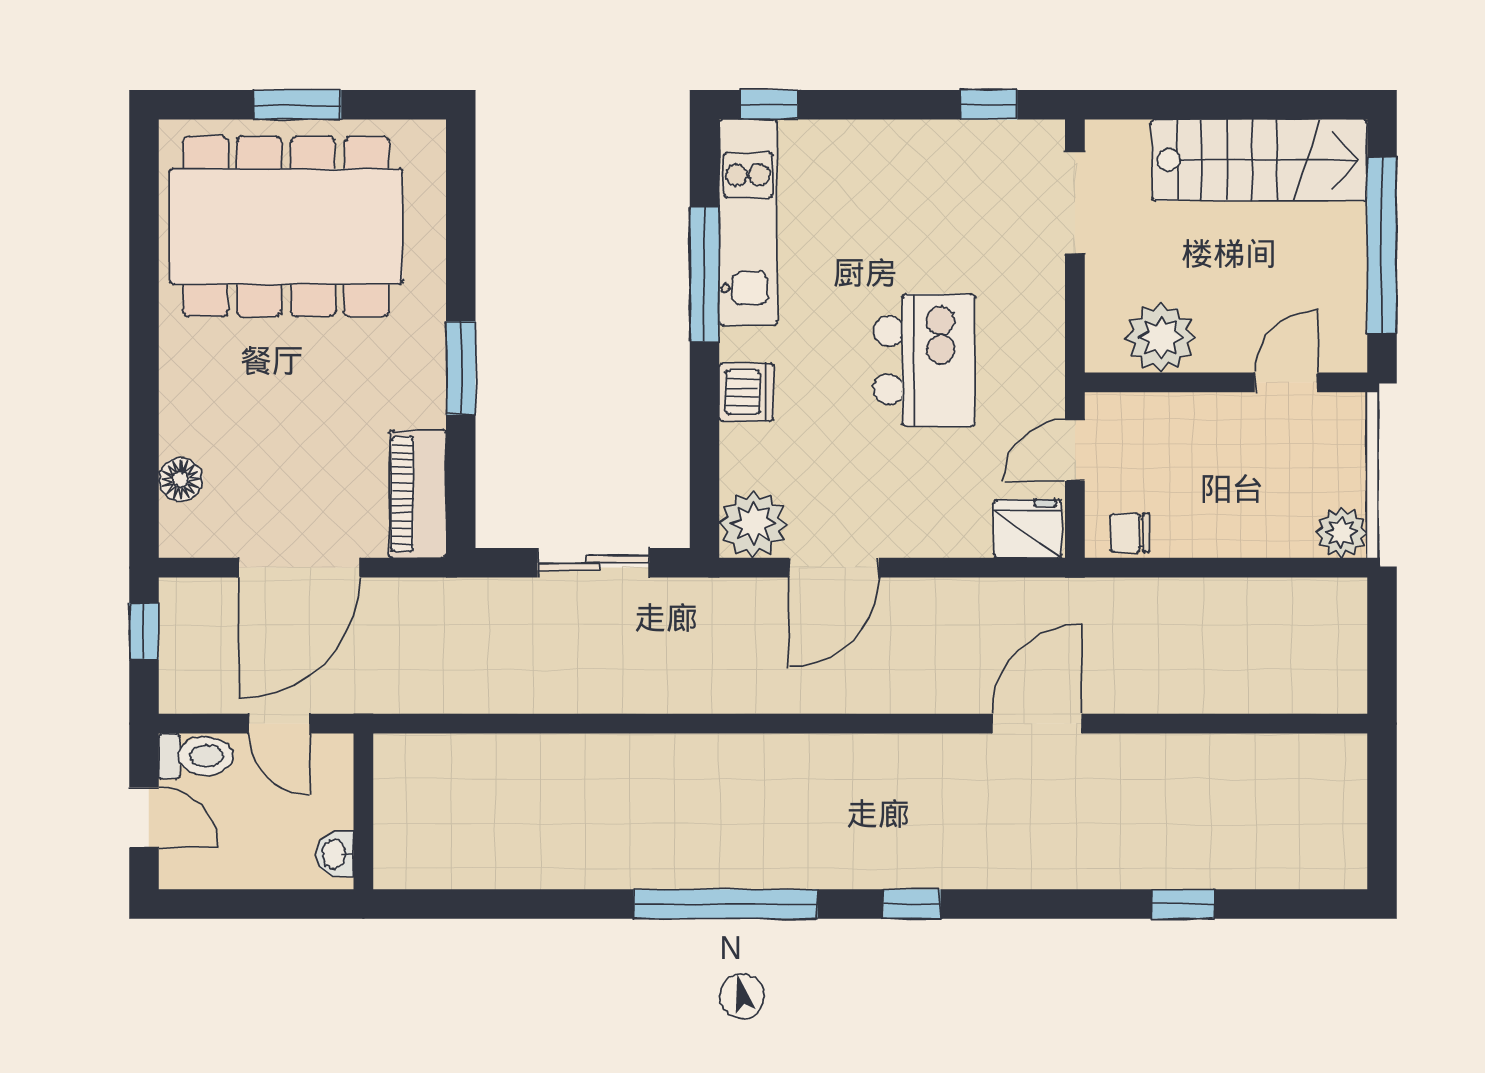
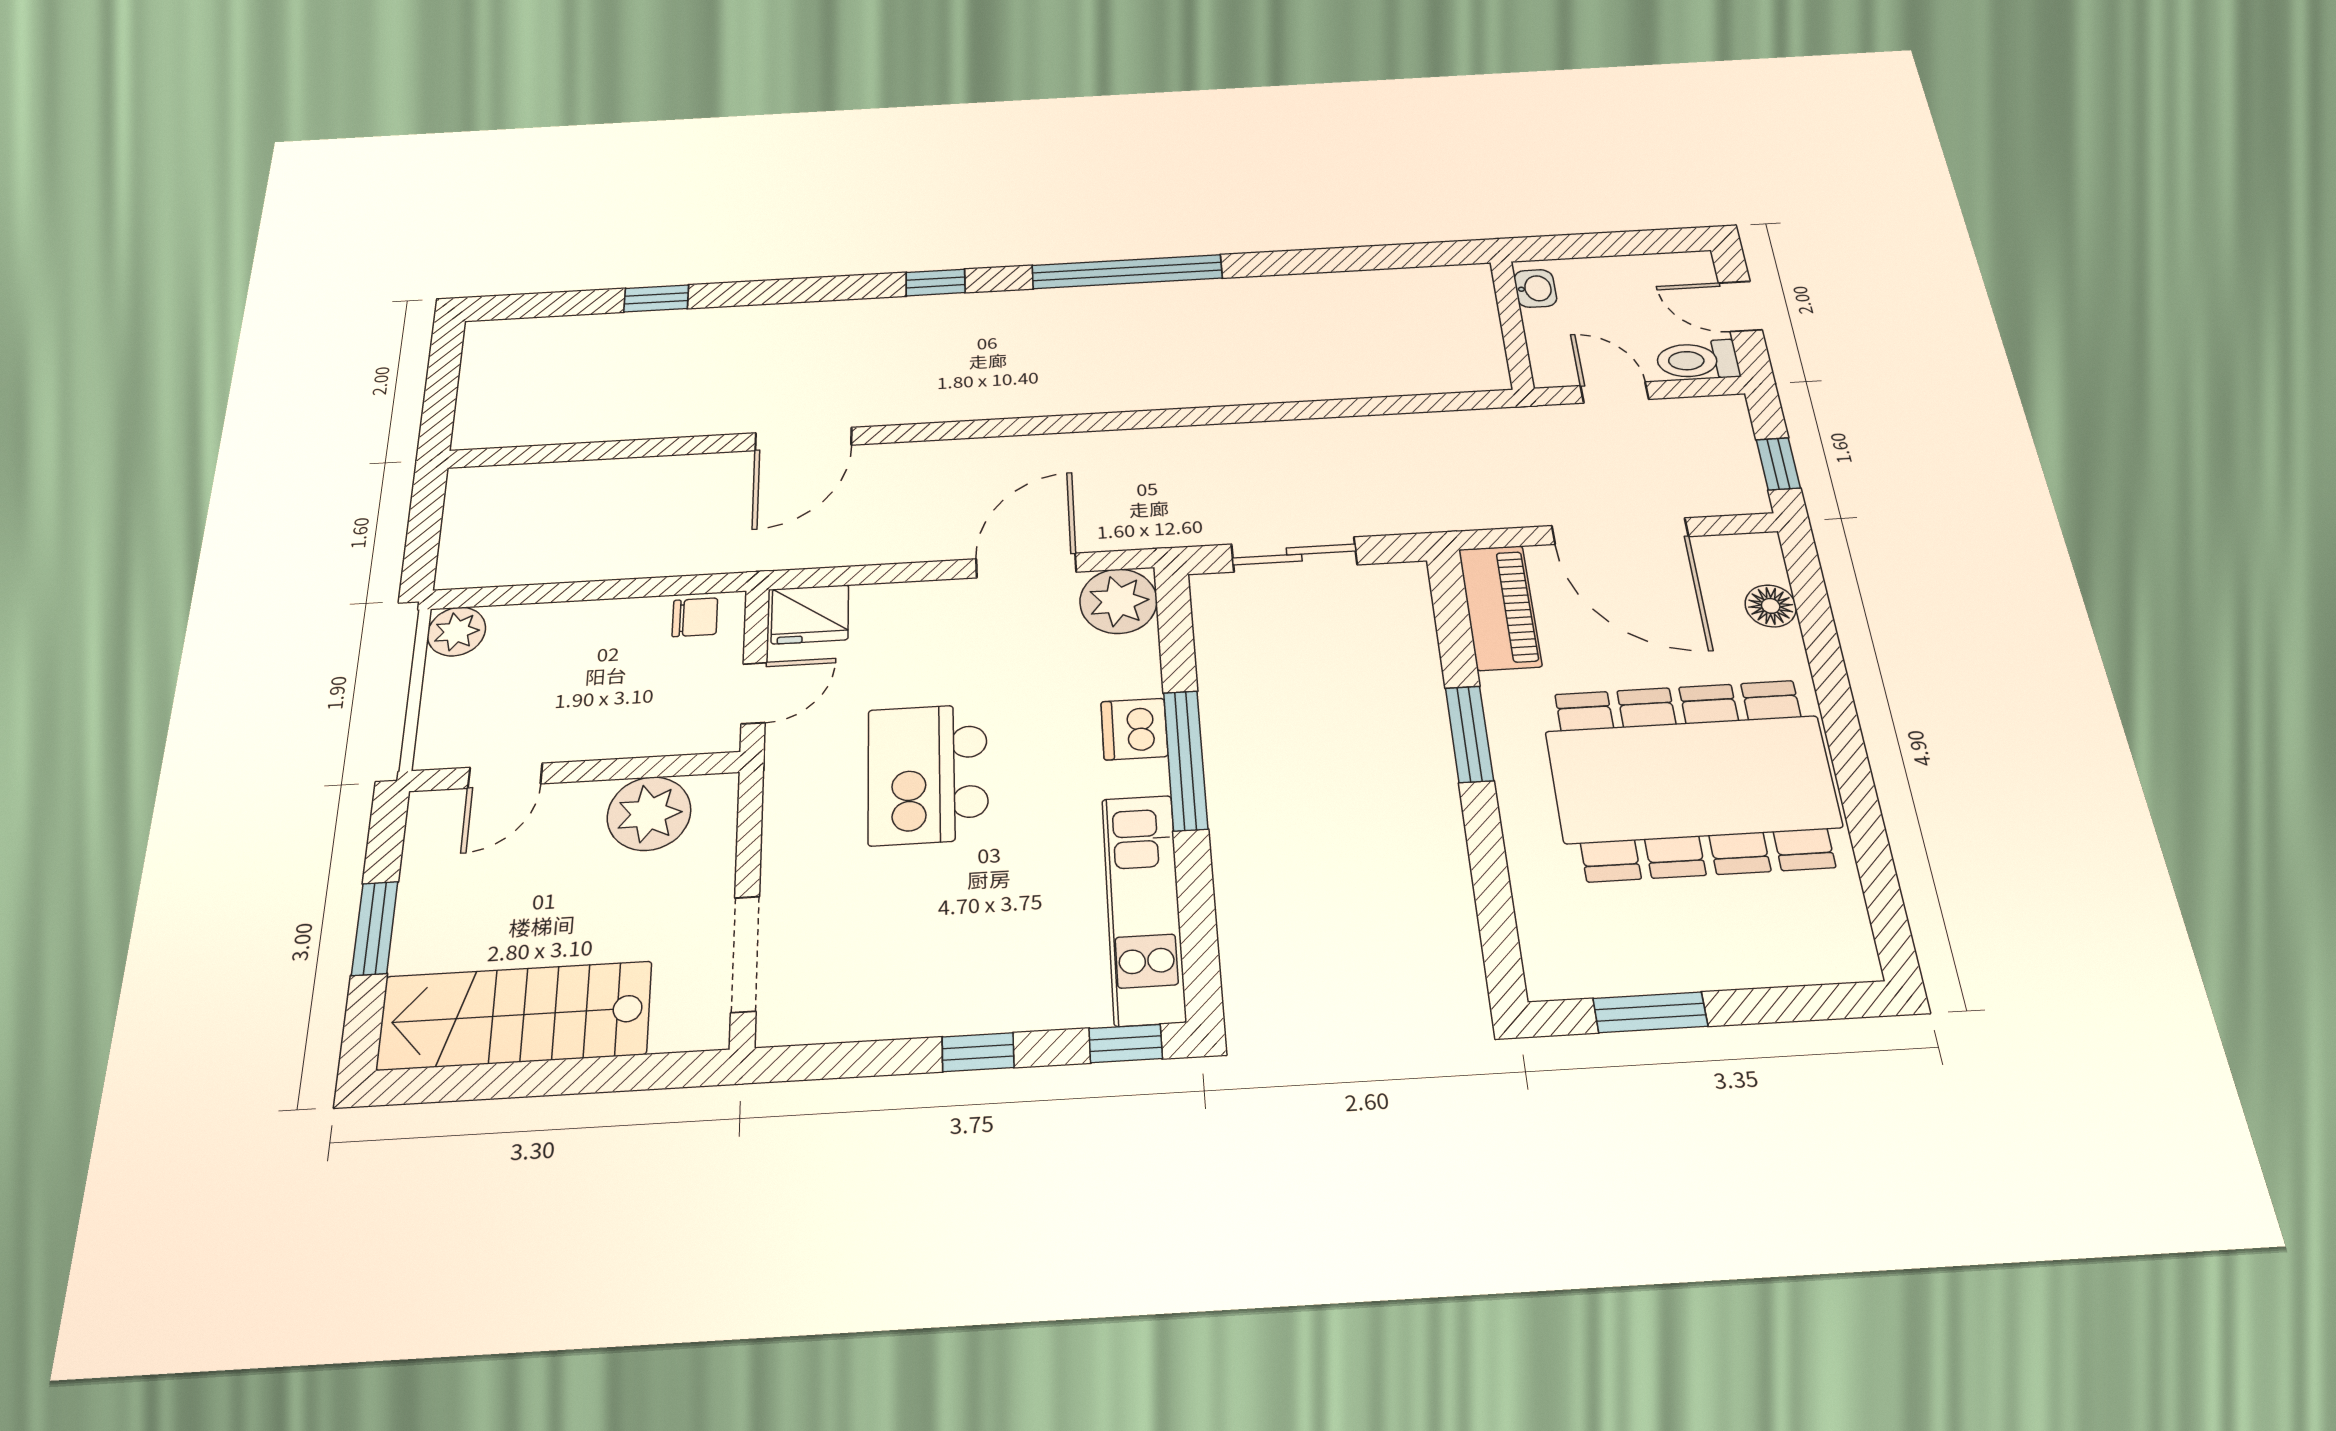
window: (297, 105) -> (1650, 1012), moved
window: (989, 105) -> (978, 1052), moved
dining table: (286, 227) -> (1692, 779), moved
window: (1382, 245) -> (375, 928), width x0.47
window: (704, 274) -> (1185, 760), moved
door: (299, 568) -> (1620, 531), swing flipped

